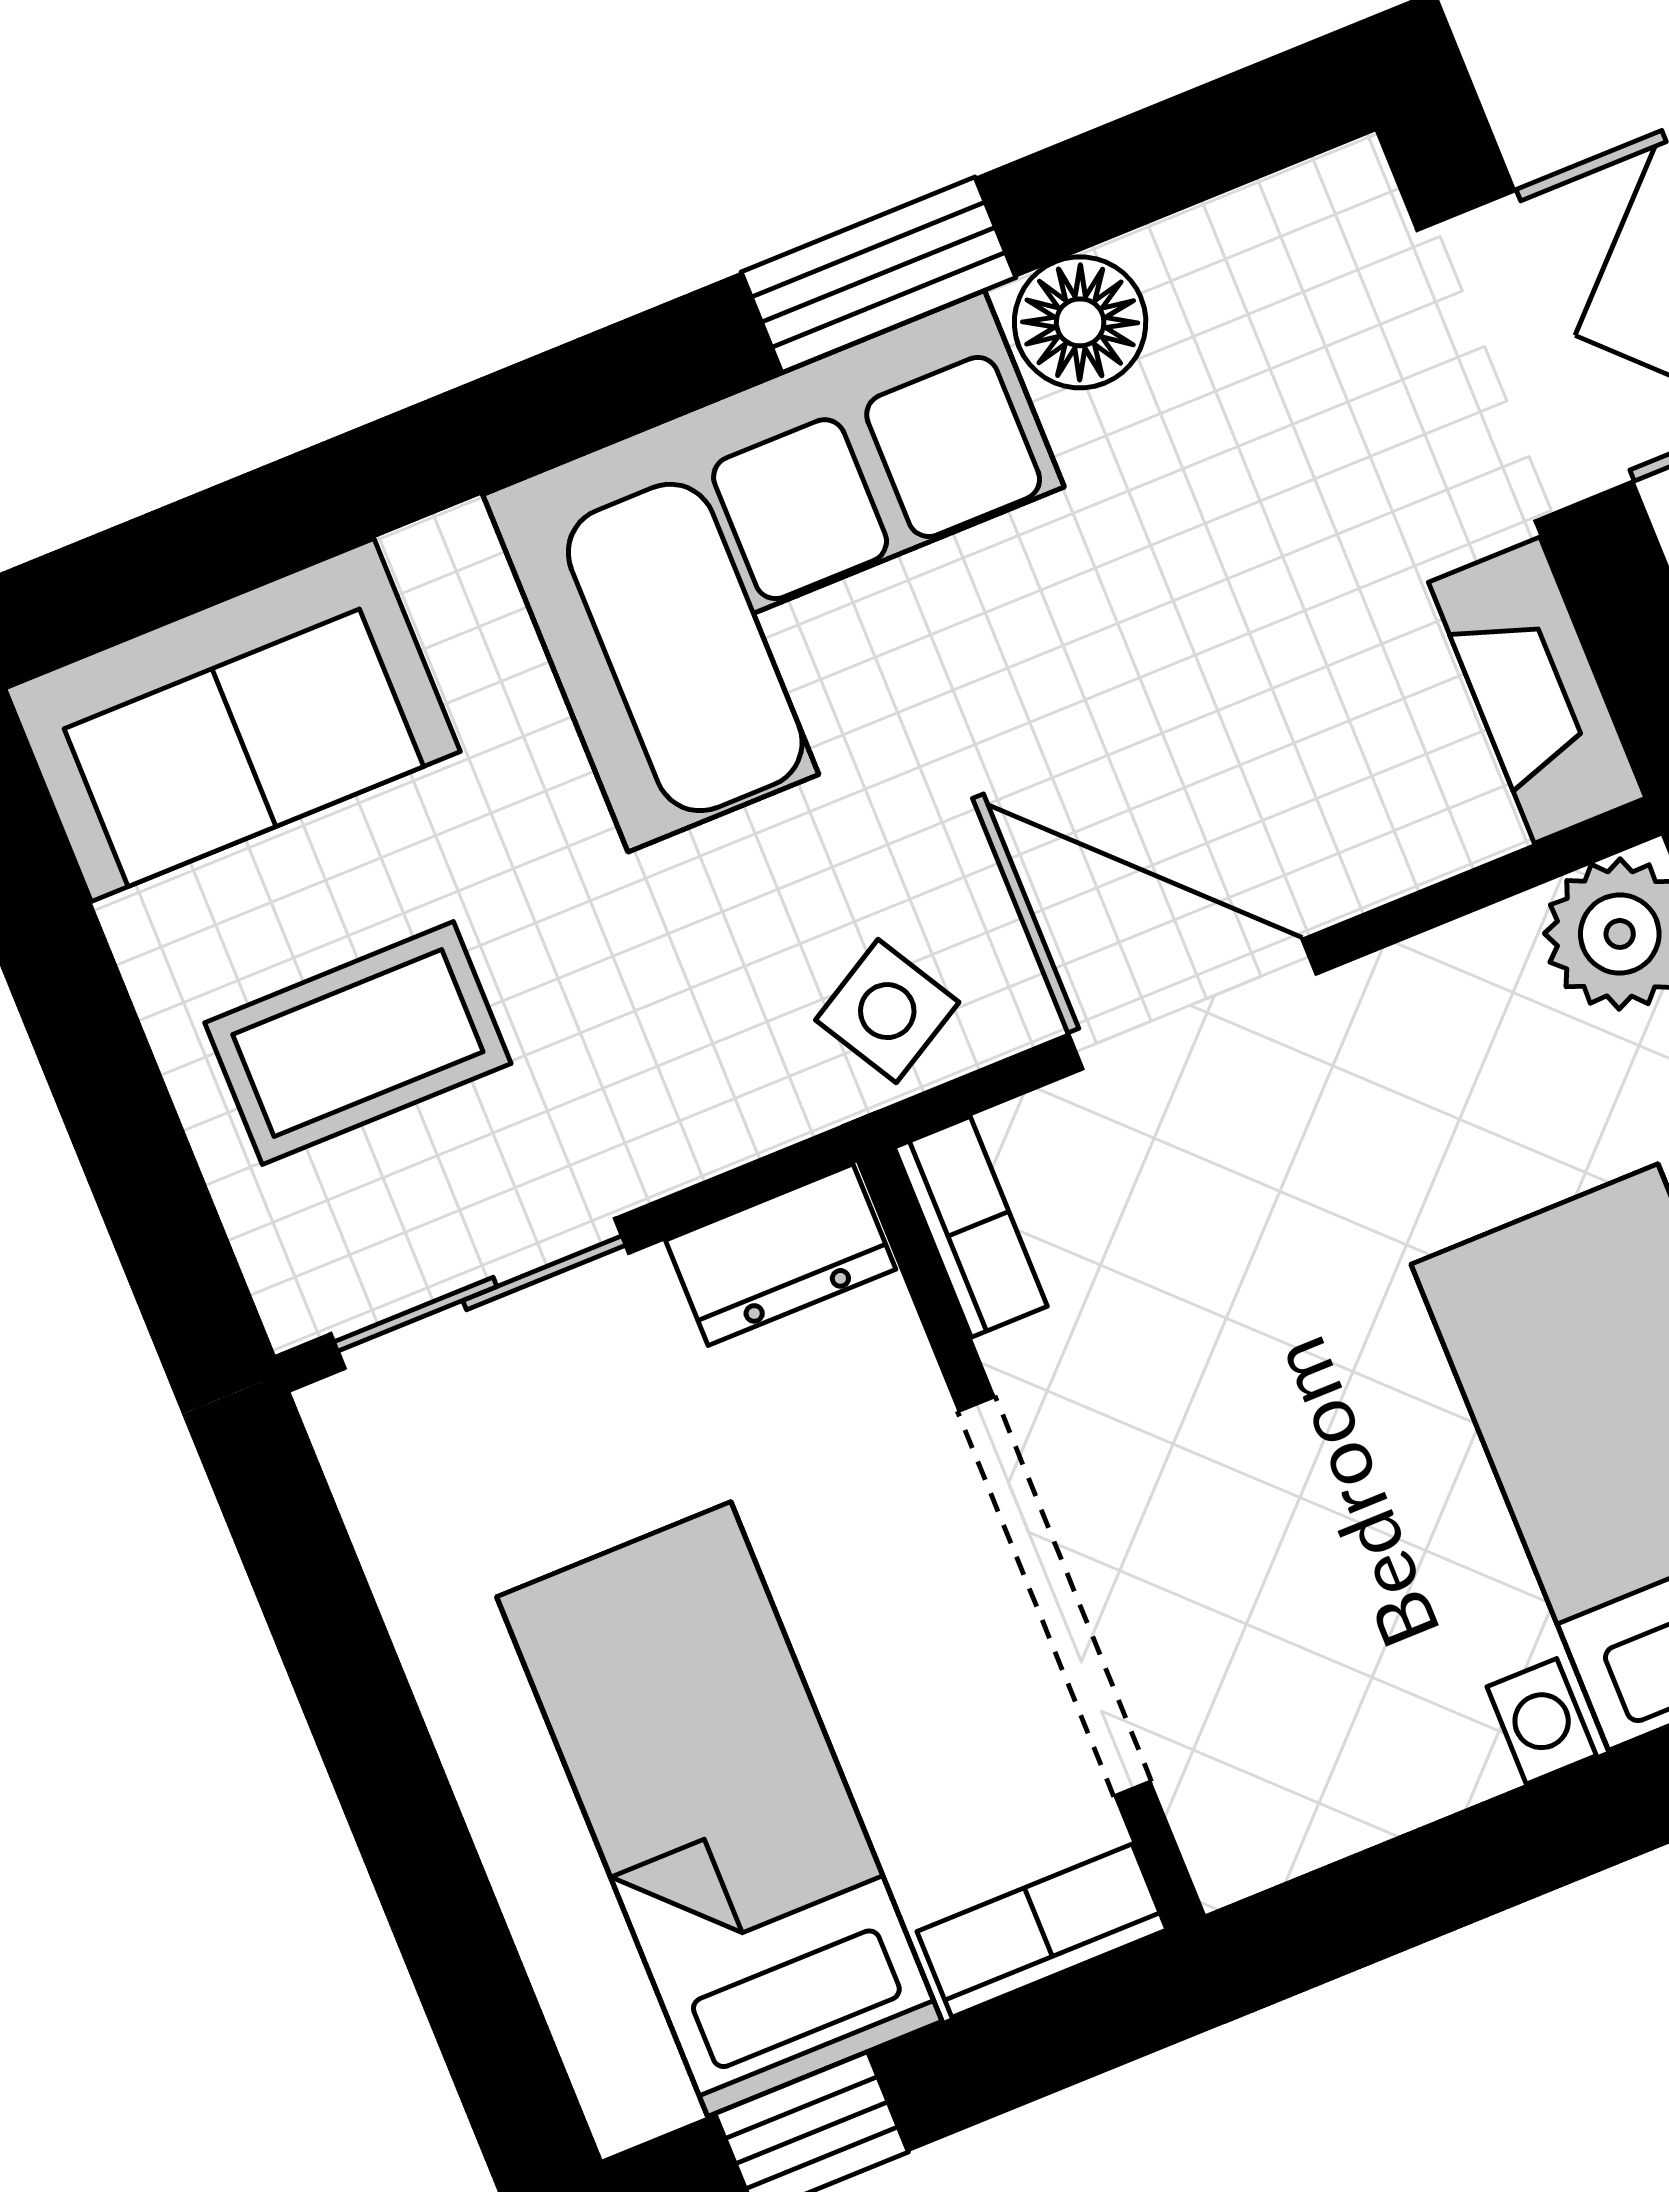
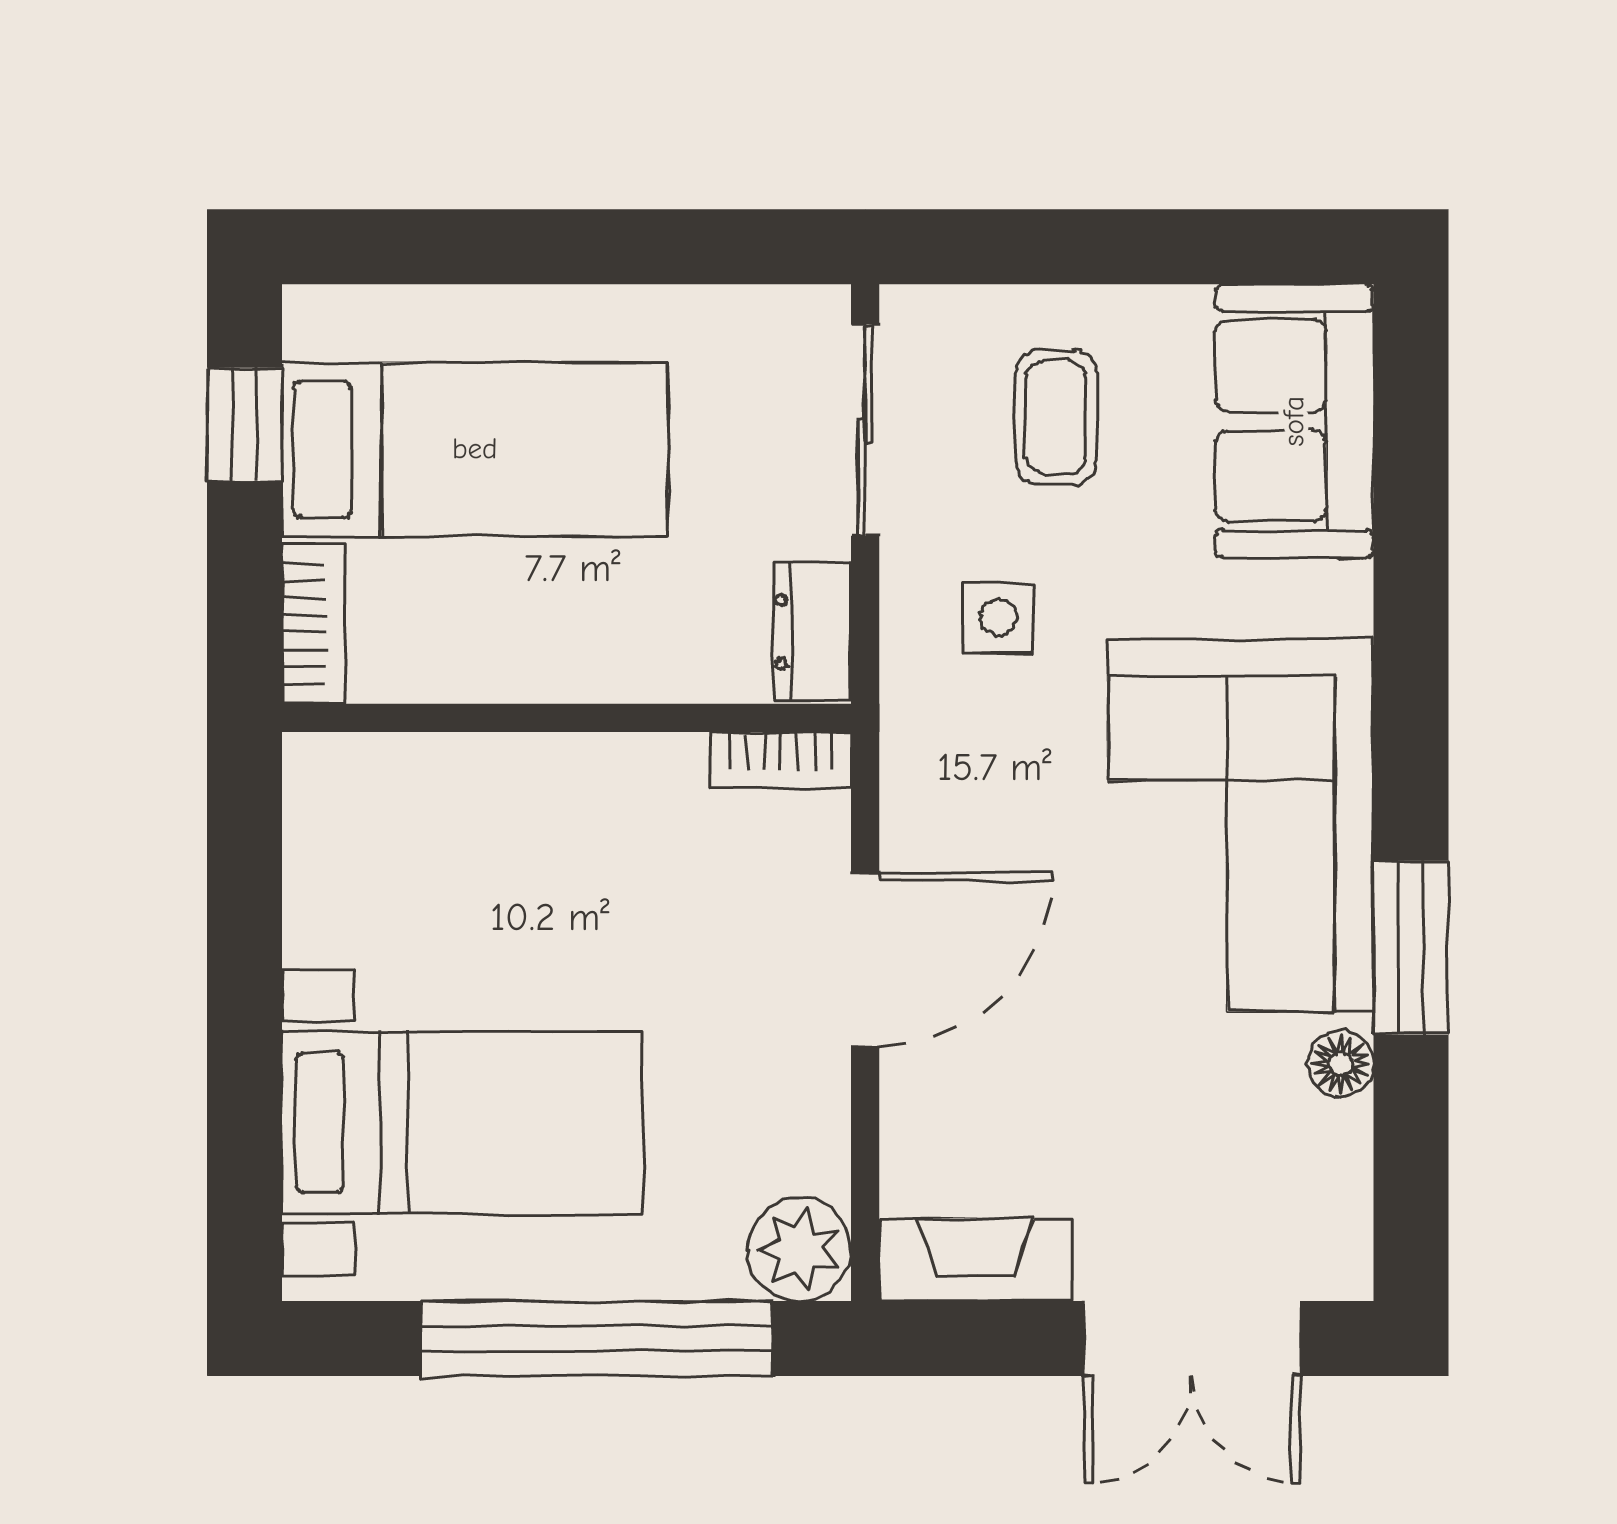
floor lamp: (1080, 322) -> (1341, 1064), width x0.73, depth x0.73
side table: (887, 1011) -> (998, 617), moved, turned 30
coffee table: (358, 1043) -> (1056, 417), width x0.73, depth x0.77
doorway: (1055, 1596) -> (523, 718), removed

